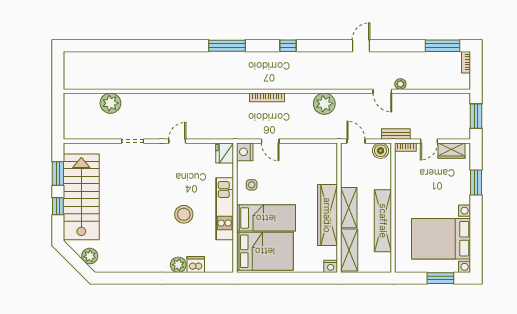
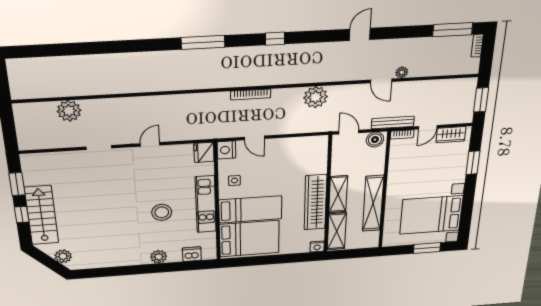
bench: (396, 134) -> (393, 123), width x1.36
stairs: (81, 197) -> (42, 215), width x0.73, depth x0.66
dishwasher: (196, 265) -> (192, 254), moved

